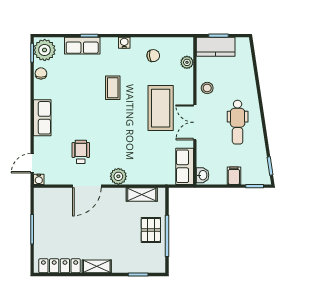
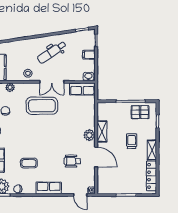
coffee table: (113, 88) -> (29, 163), moved
dental chair: (238, 122) -> (52, 52), turned 146
shelving: (142, 195) -> (102, 131), moved
pallet: (151, 230) -> (140, 112), moved
trolley: (110, 237) -> (132, 141), added

